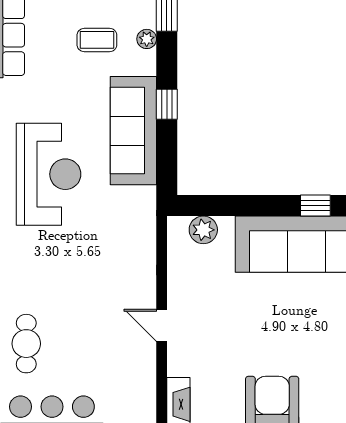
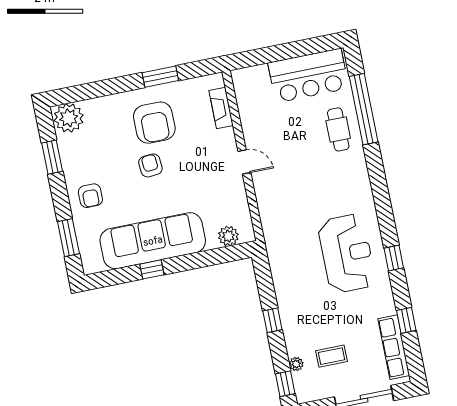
sofa: (133, 131) -> (292, 297), removed
reception desk: (49, 174) -> (347, 253), turned 180
armchair: (289, 346) -> (150, 165), added

